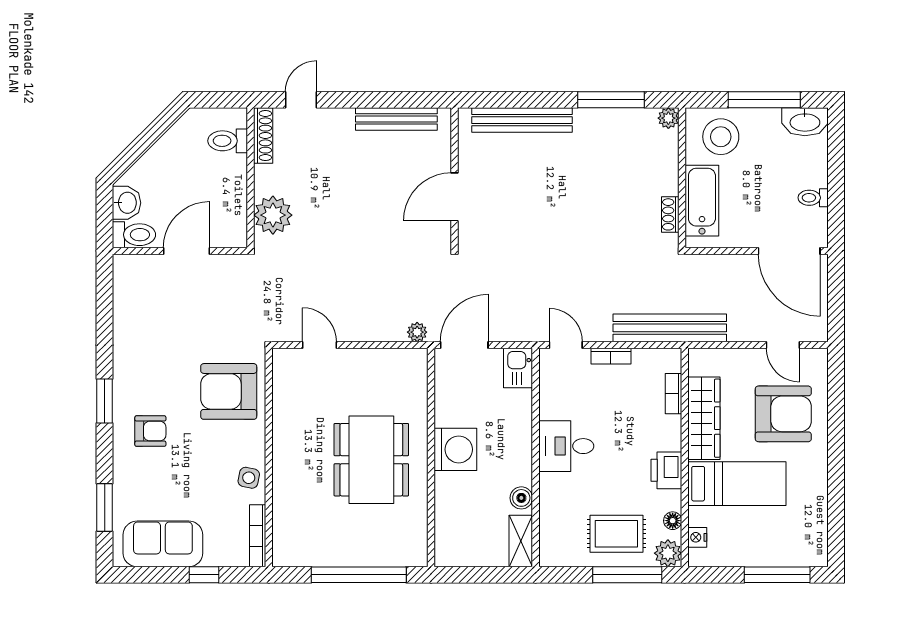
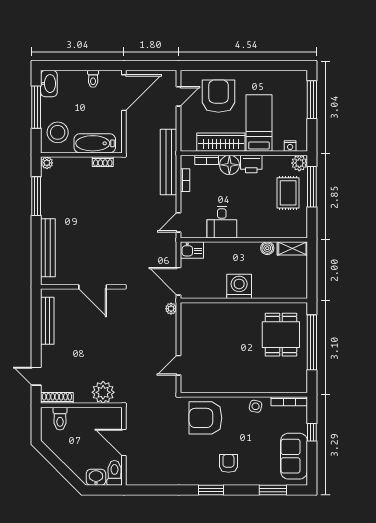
bookcase: (611, 356) -> (185, 180), moved
armchair: (229, 391) -> (205, 418), turned 90
desk: (566, 446) -> (222, 222), moved
dining table: (371, 460) -> (281, 335), moved, width x0.73
floor lamp: (673, 521) -> (229, 165), moved, width x1.89, depth x1.89

